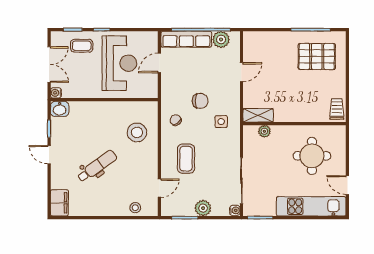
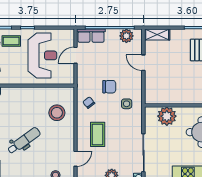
row of seats: (186, 39) -> (91, 36), width x0.68
door: (241, 72) -> (143, 63), swing flipped
shelving: (258, 115) -> (157, 34), moved
plant: (264, 131) -> (167, 116), width x1.88, depth x1.88

